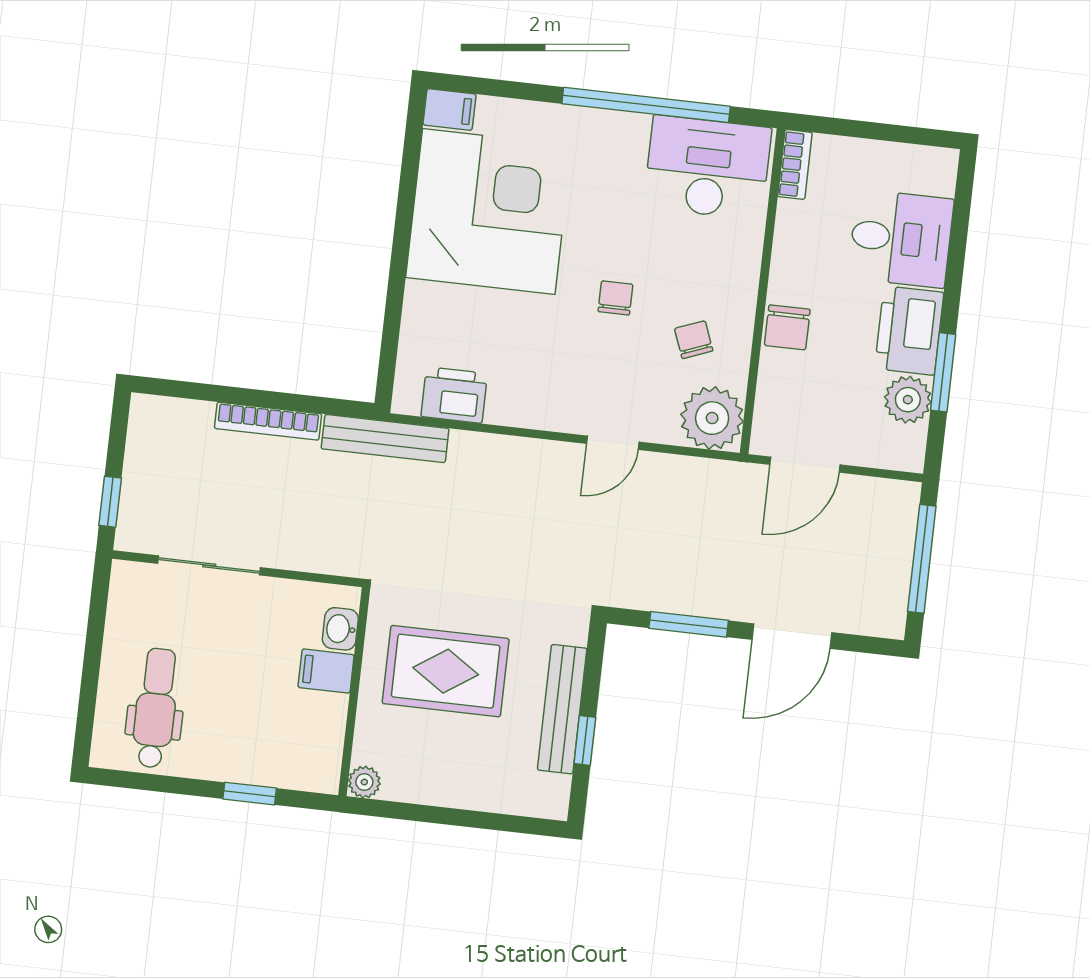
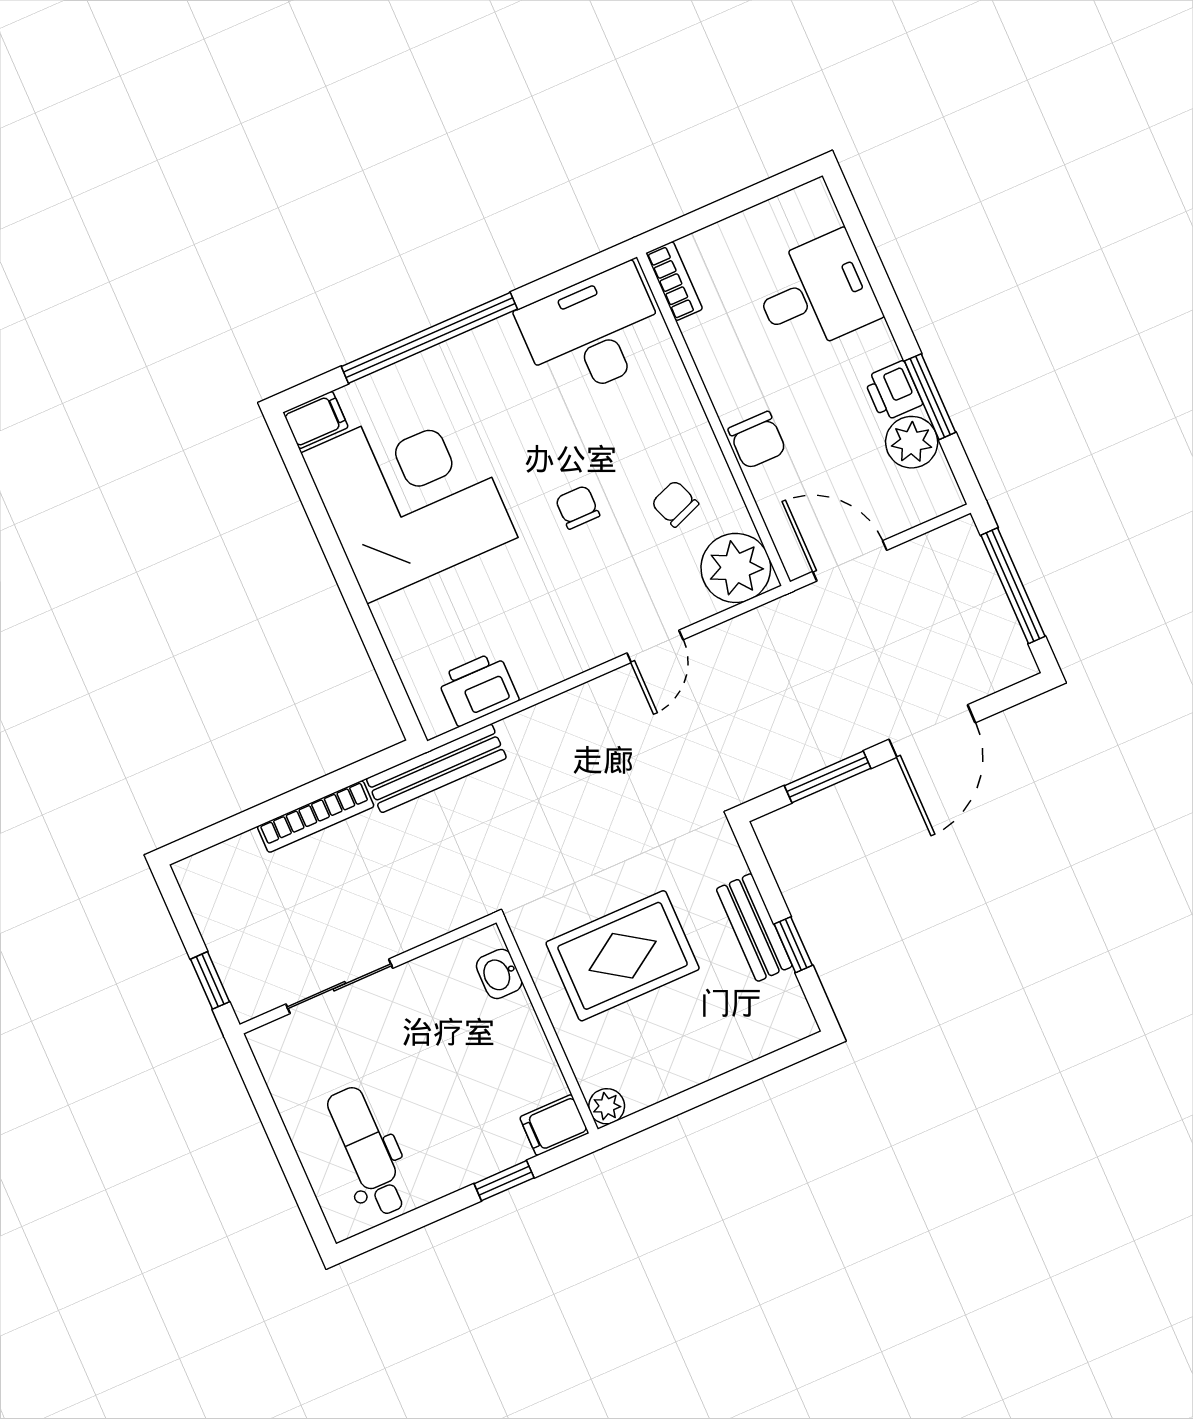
window: (646, 105) -> (429, 338), moved
printer: (909, 330) -> (893, 391), width x0.53, depth x0.68
door: (805, 465) -> (850, 561), swing flipped
filing cabinet: (326, 671) -> (554, 1125), moved
bench: (562, 709) -> (754, 928), width x0.73

